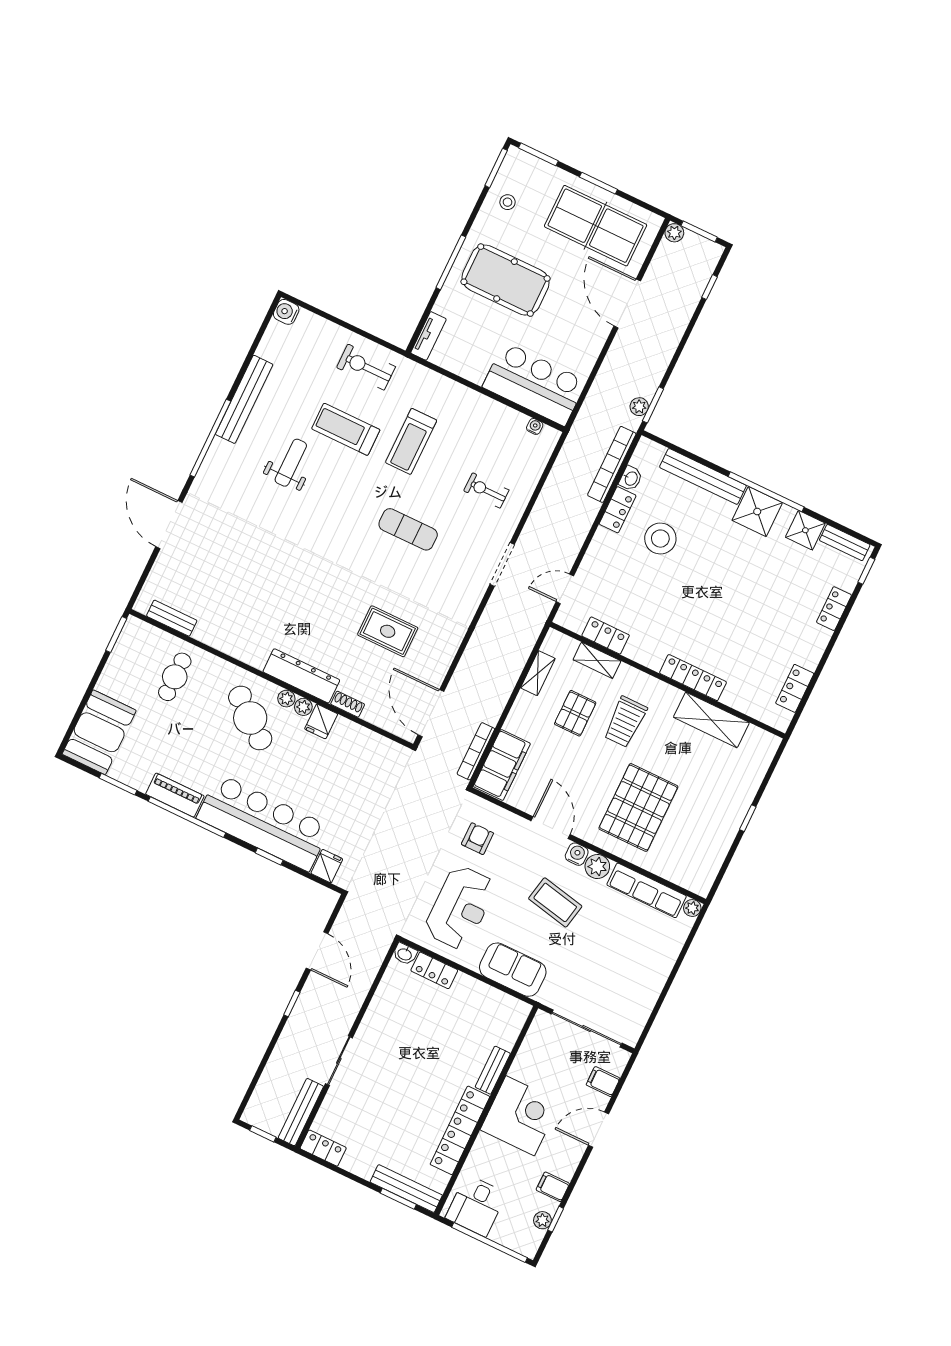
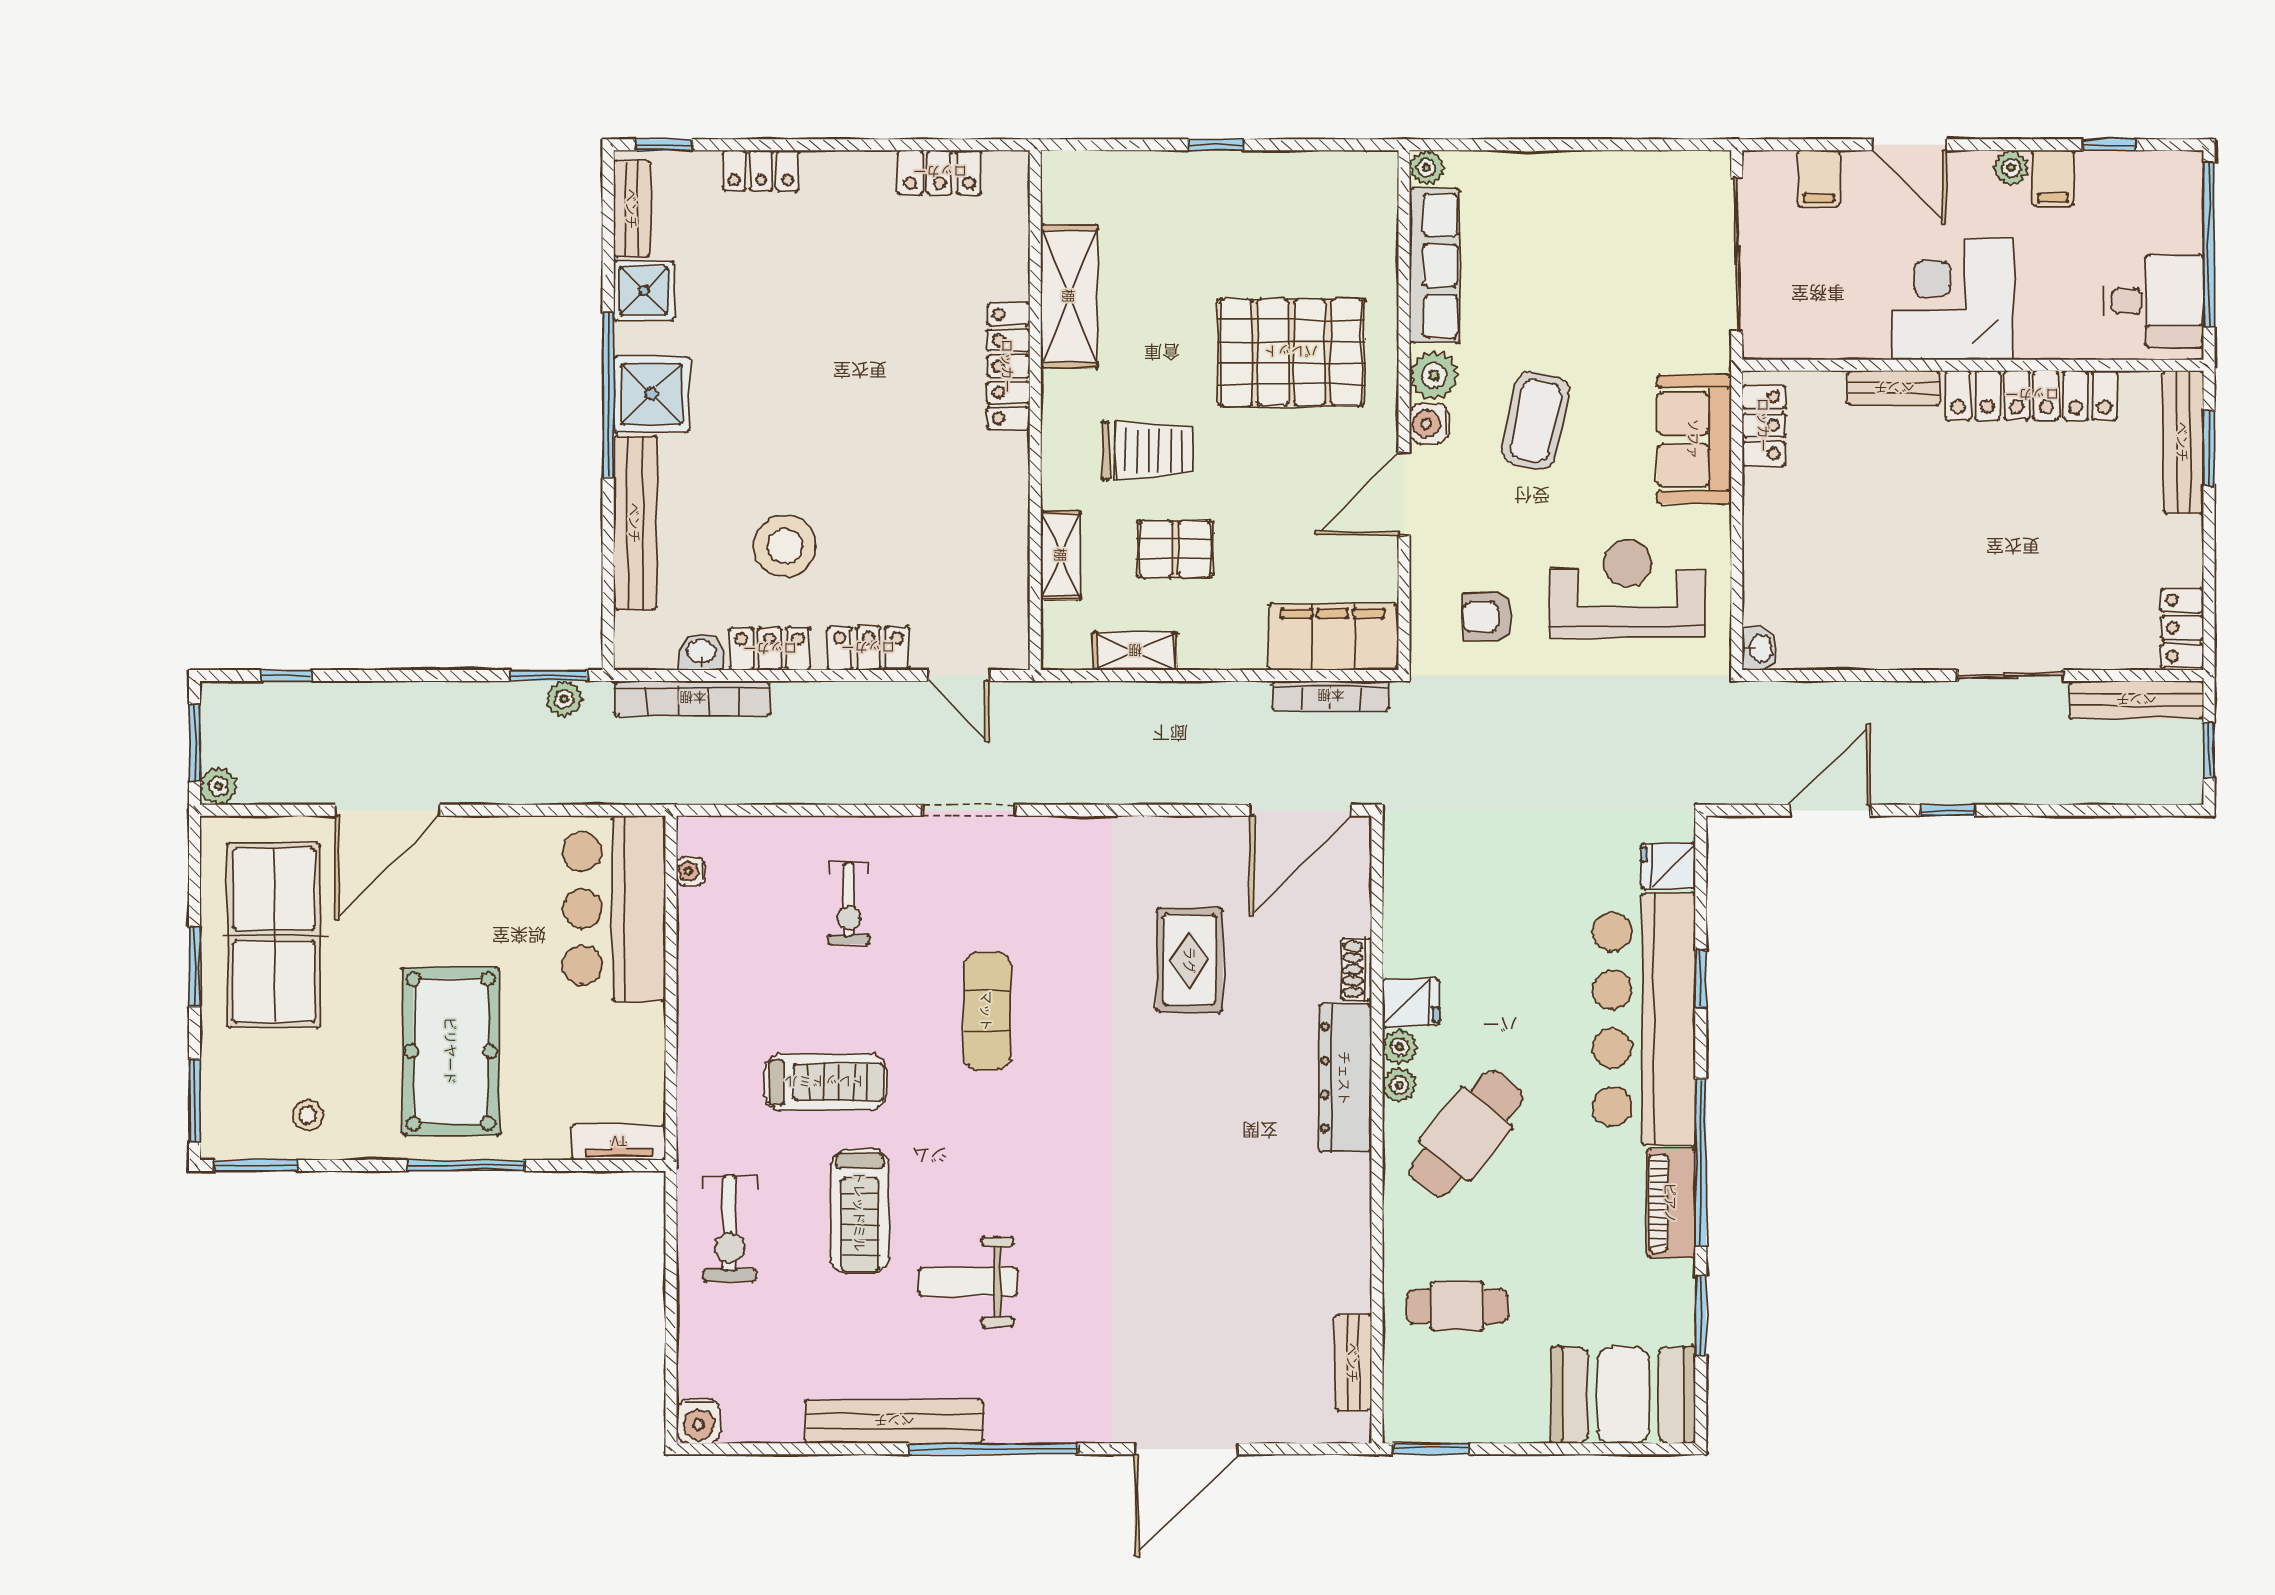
locker: (606, 636) -> (868, 648), moved, turned 90
locker: (434, 970) -> (1764, 425), moved
plant: (542, 1220) -> (2011, 168), moved

